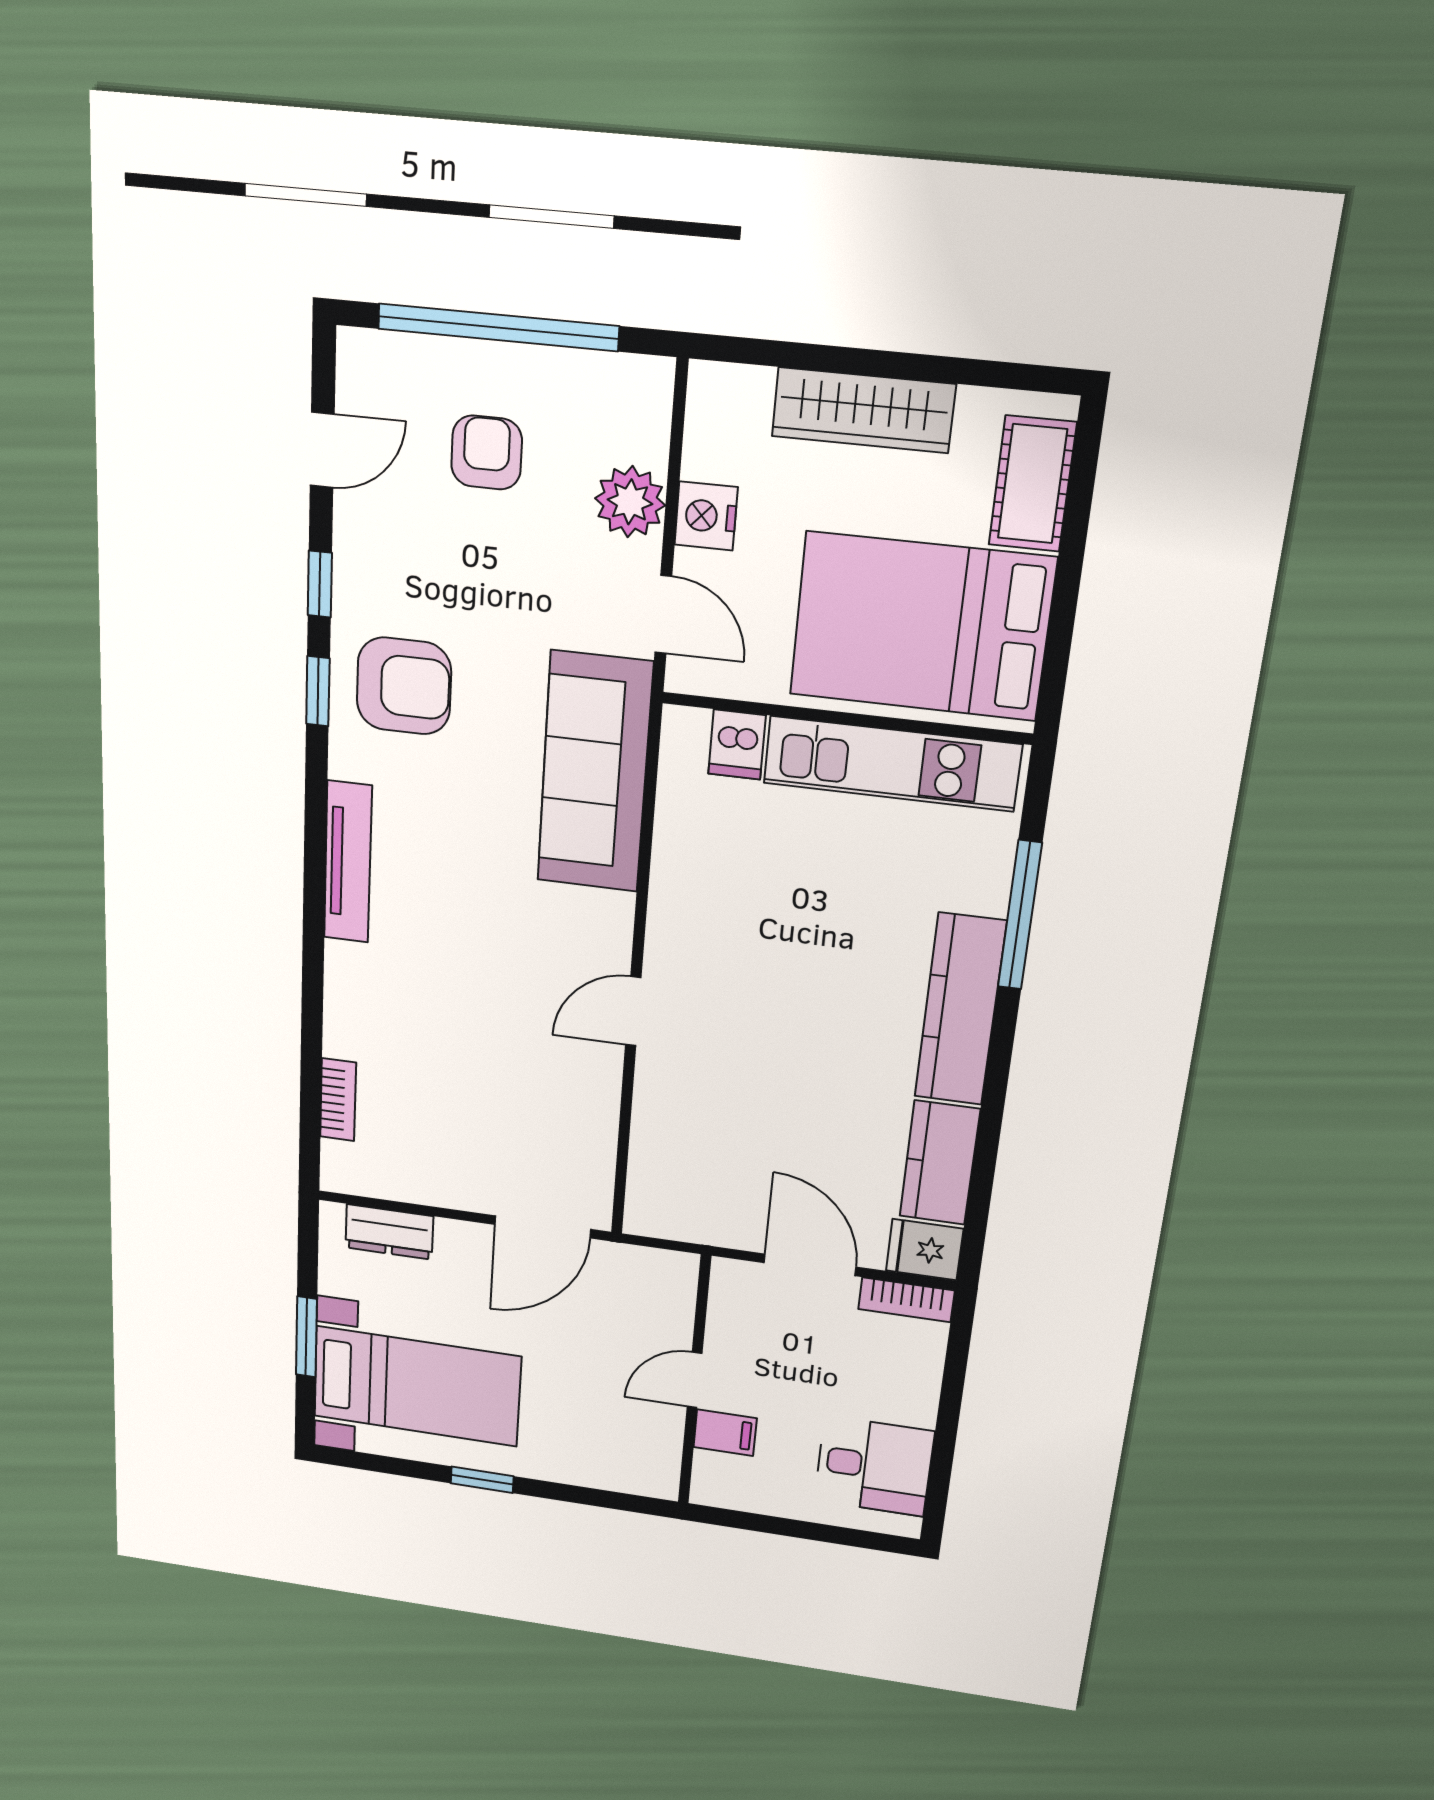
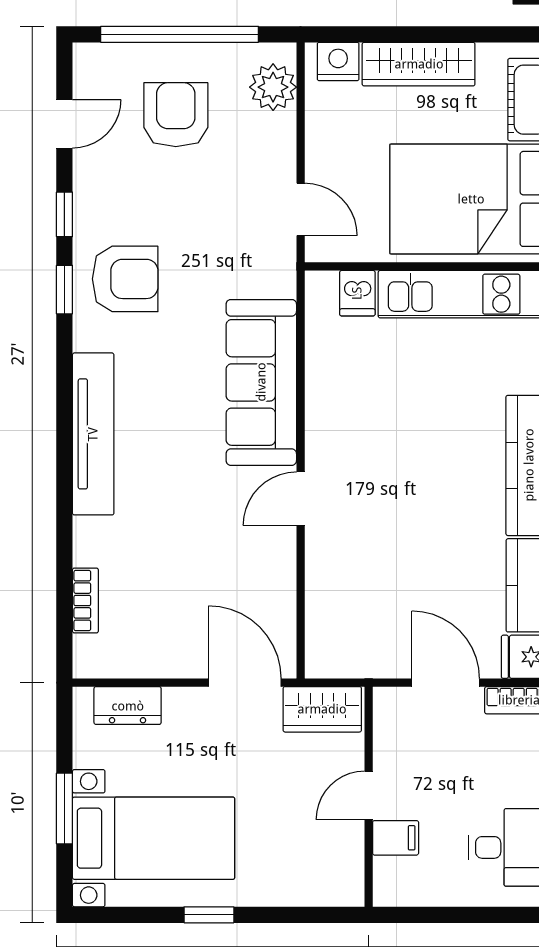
armchair: (487, 453) -> (176, 115), width x1.38, depth x1.38
plant: (630, 502) -> (273, 87), moved
nightstand: (706, 516) -> (338, 61), moved, turned 90
sofa: (594, 773) -> (261, 382), moved
tv unit: (348, 862) -> (93, 434), width x1.36, depth x1.29
door: (543, 1227) -> (245, 683), swing flipped
wardrobe: (642, 1273) -> (322, 709), added

